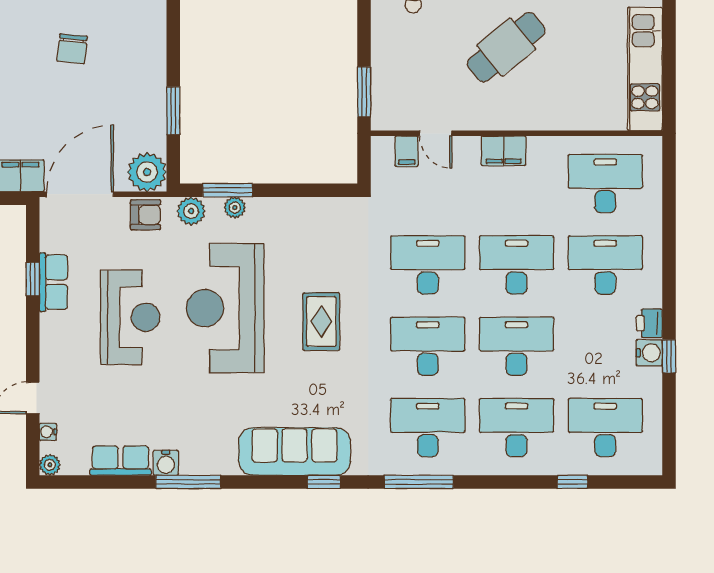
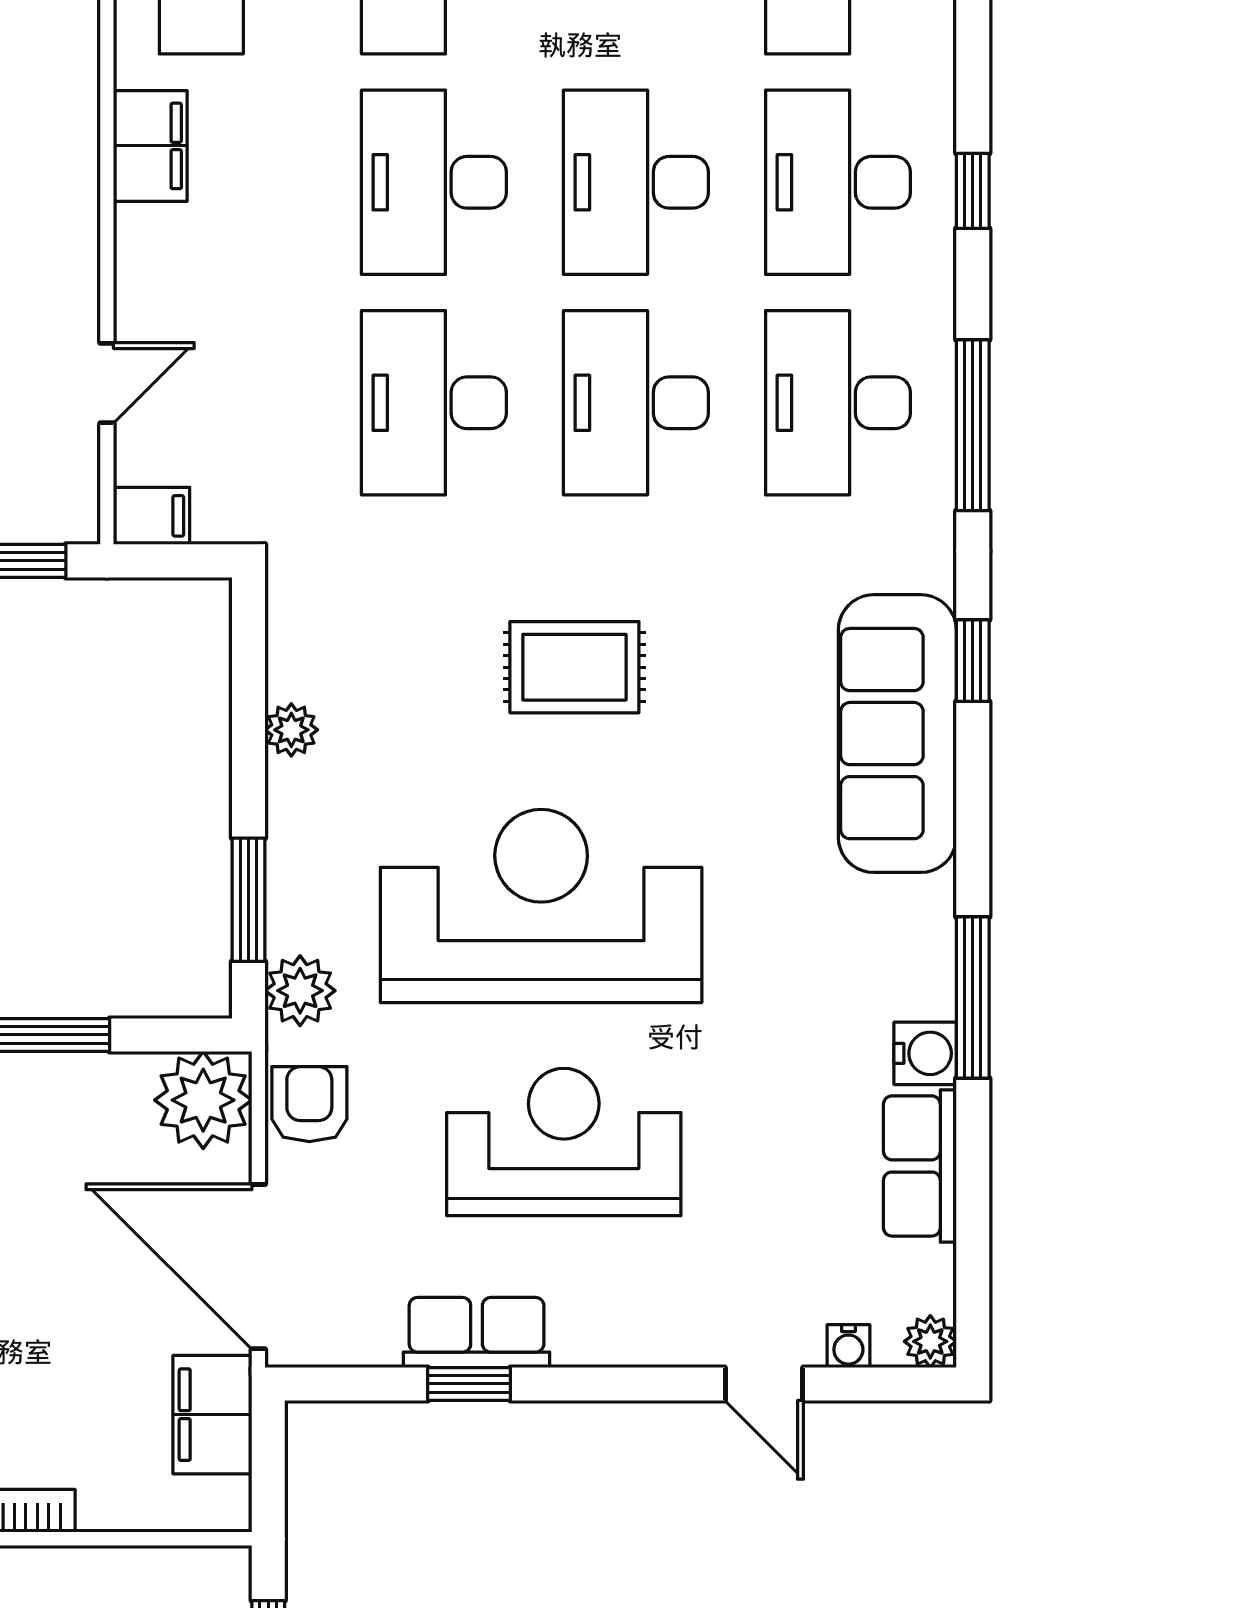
filing cabinet: (407, 151) -> (152, 516), moved
filing cabinet: (504, 151) -> (150, 146), moved
plant: (235, 208) -> (291, 730), moved
reception desk: (225, 308) -> (541, 906), turned 180
window: (573, 482) -> (973, 191), moved

